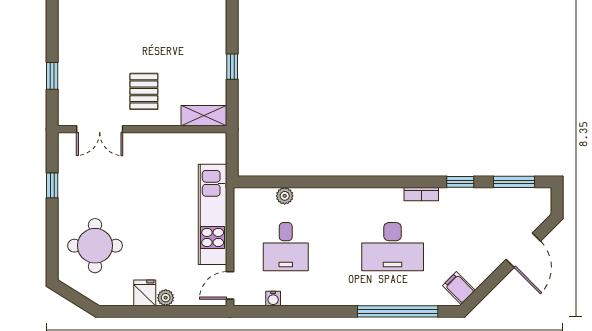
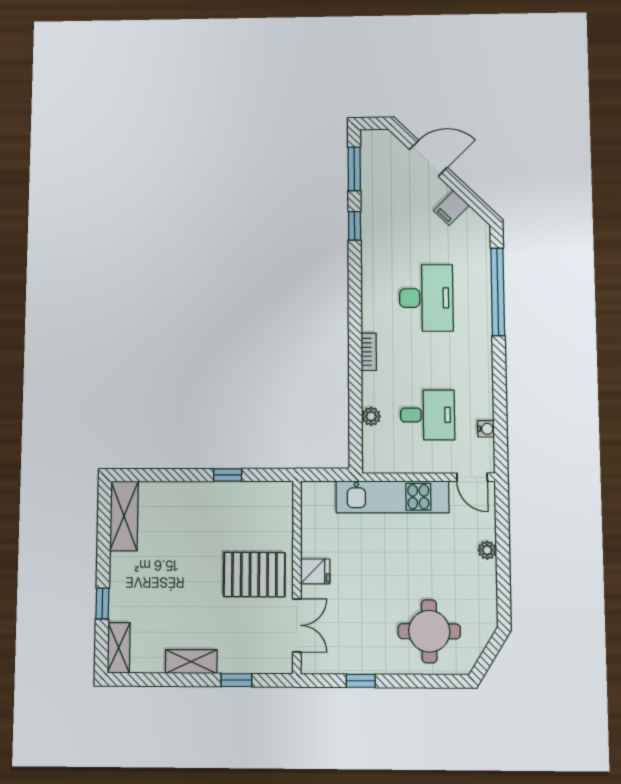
pallet: (144, 91) -> (254, 575), width x1.50, depth x1.42
shelving: (204, 116) -> (191, 662), moved, turned 90
bookcase: (421, 194) -> (369, 352), moved
filing cabinet: (459, 288) -> (451, 208), moved
fridge: (145, 293) -> (315, 571), moved, turned 180

